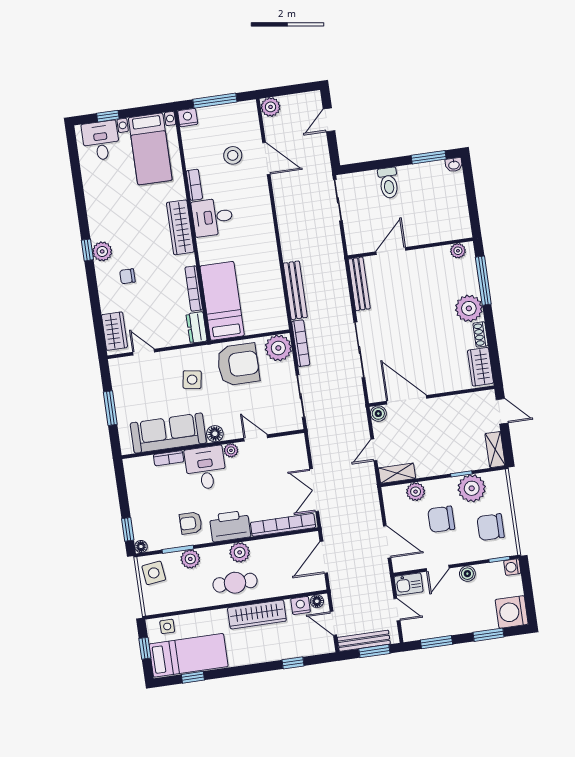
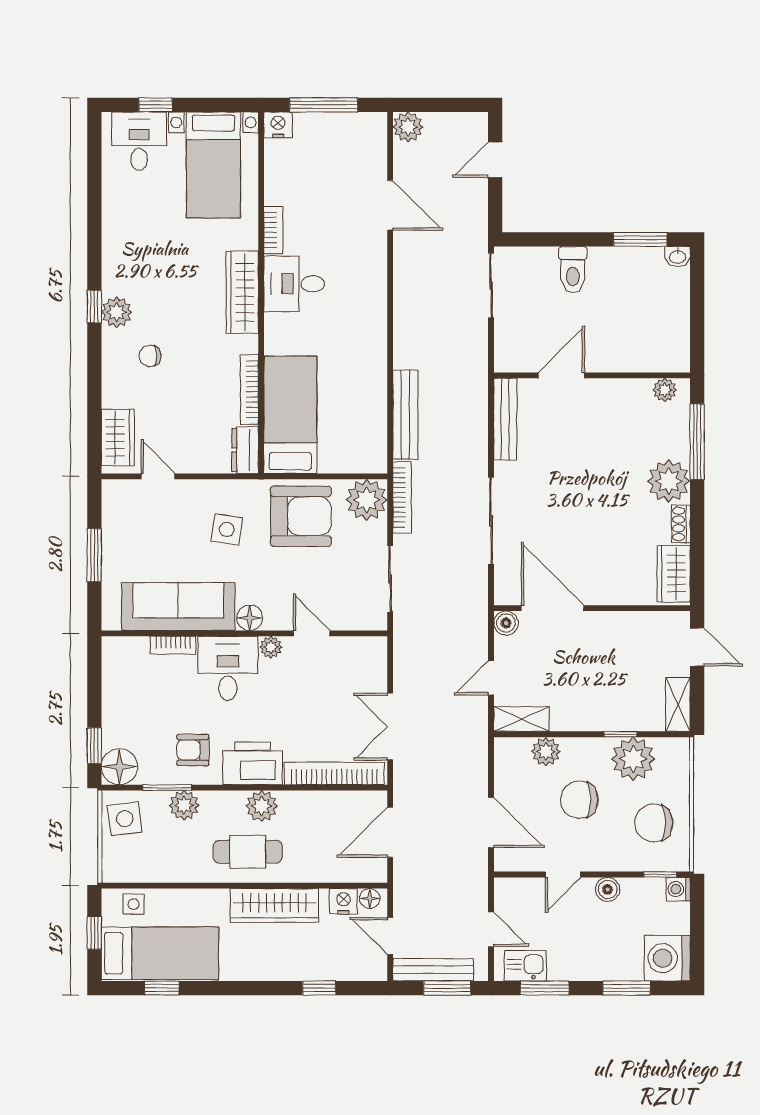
stool: (233, 155) -> (339, 193), removed
floor lamp: (141, 547) -> (119, 767), width x1.89, depth x1.89
kitchen sink: (409, 584) -> (525, 966), moved, turned 180

